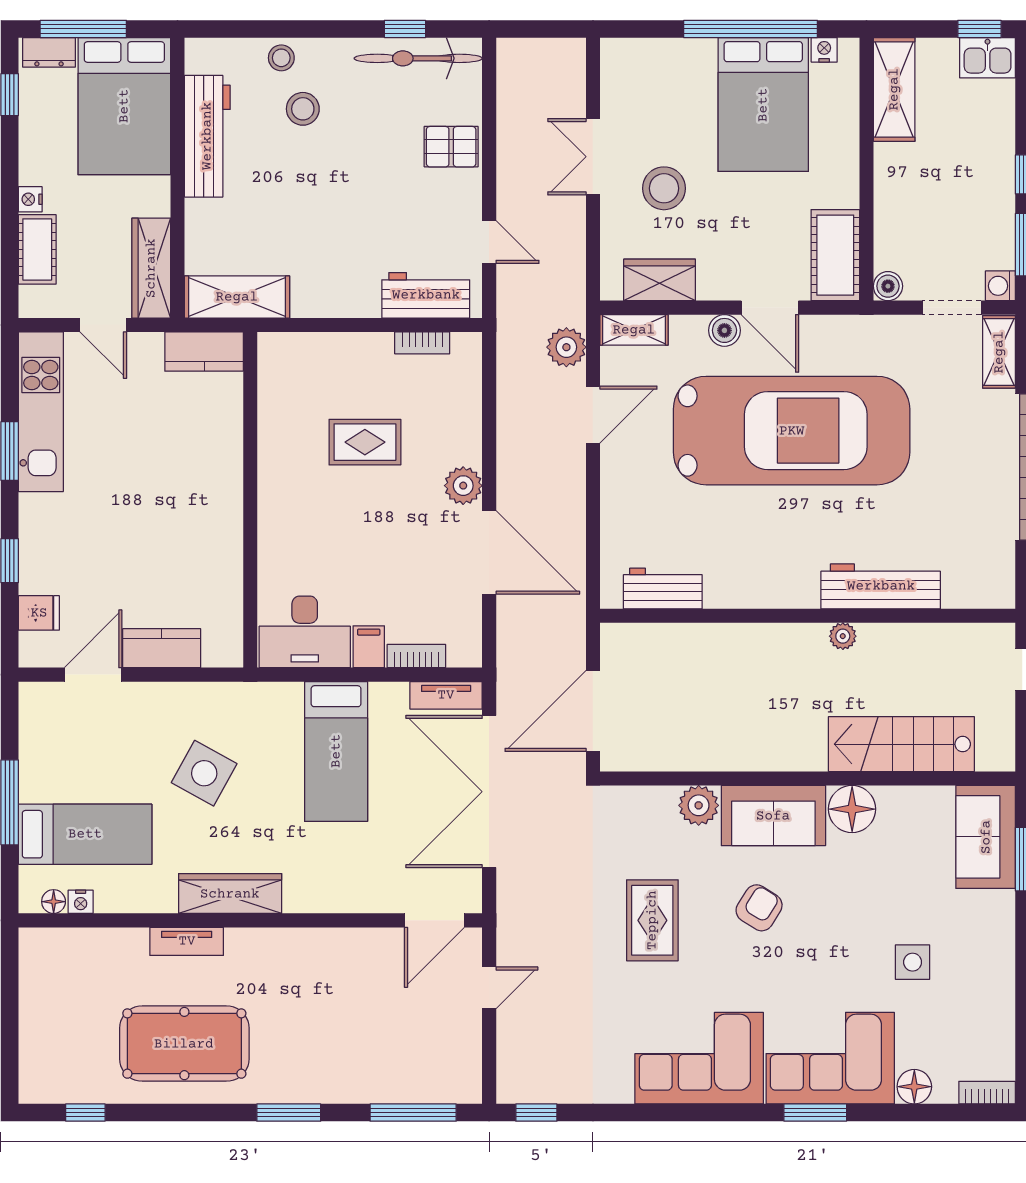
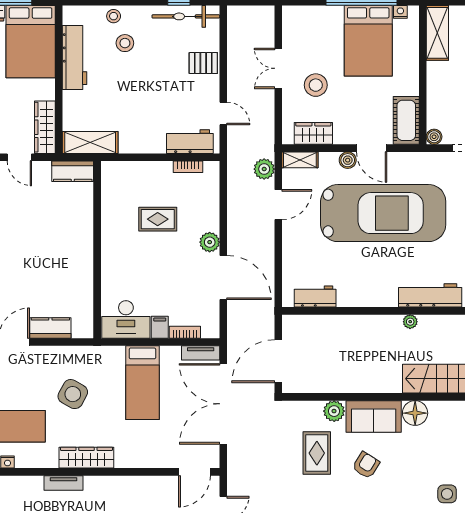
rug: (652, 920) -> (317, 453), moved

